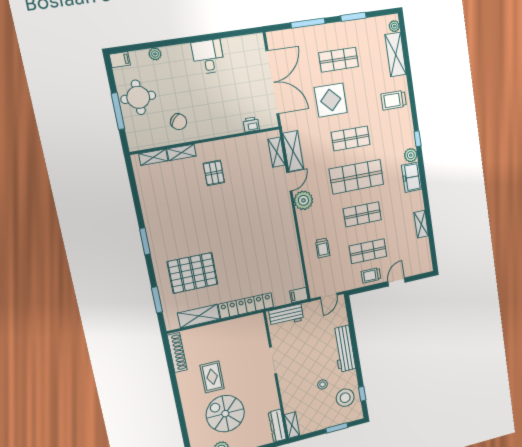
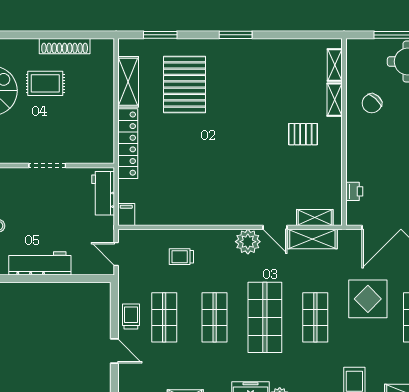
shoe rack: (177, 353) -> (65, 46), moved

